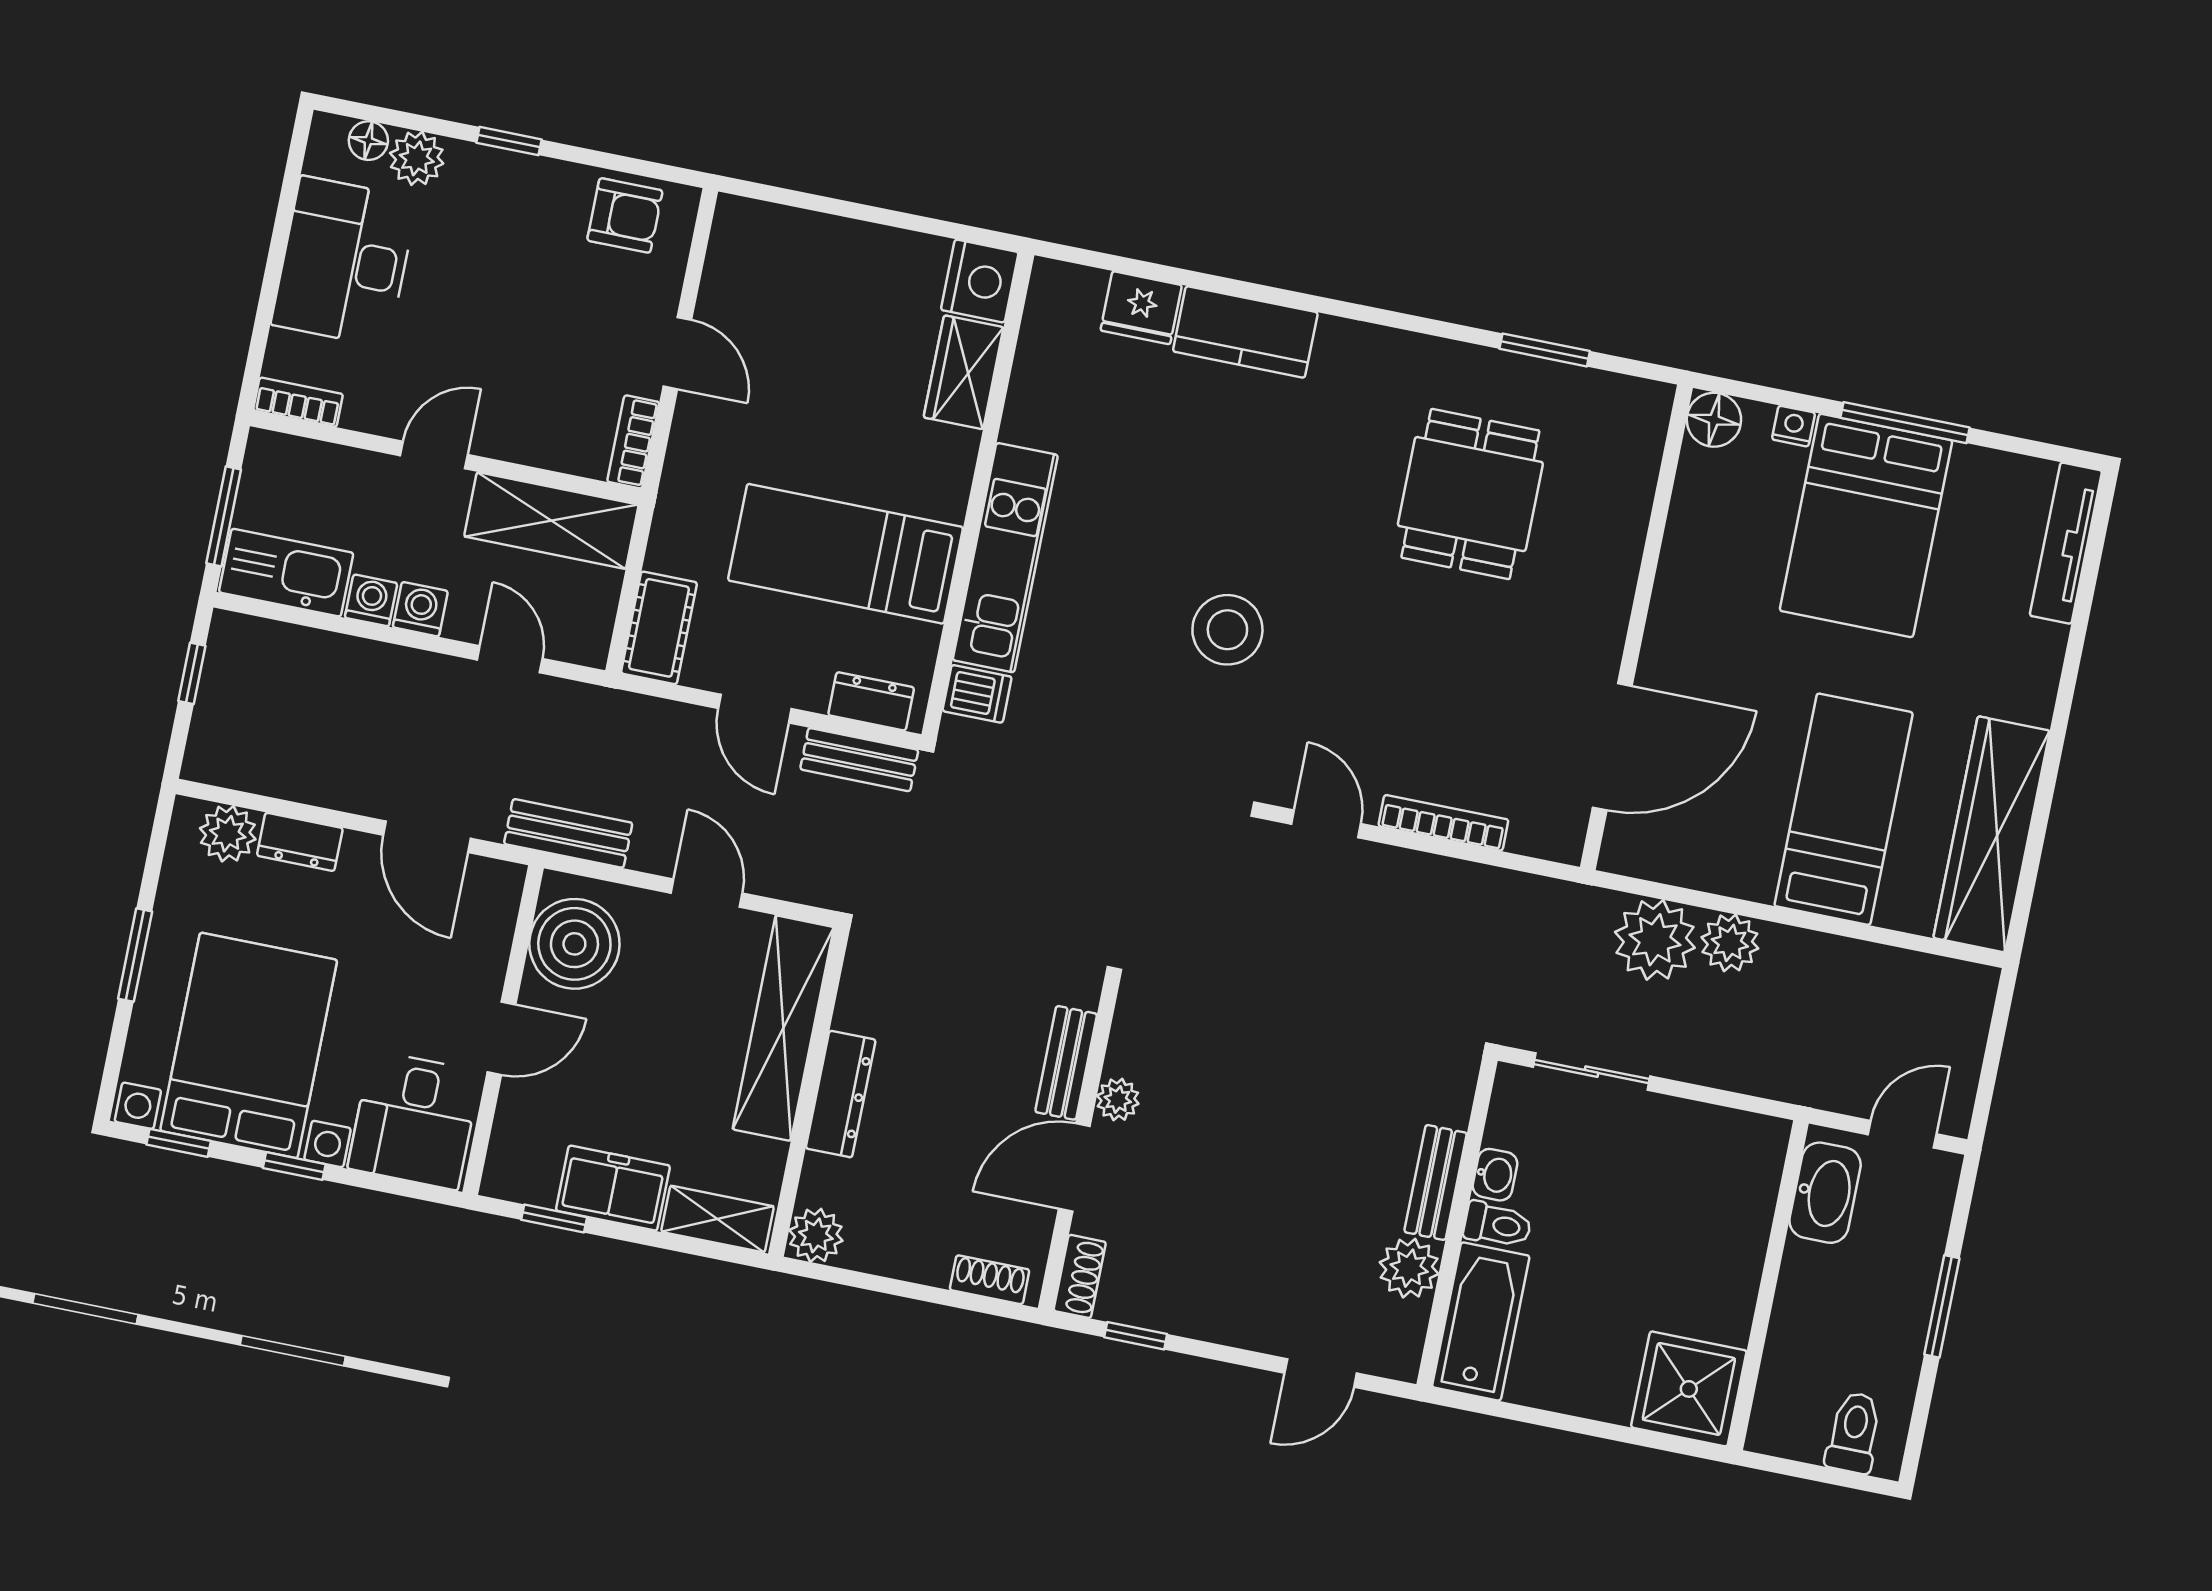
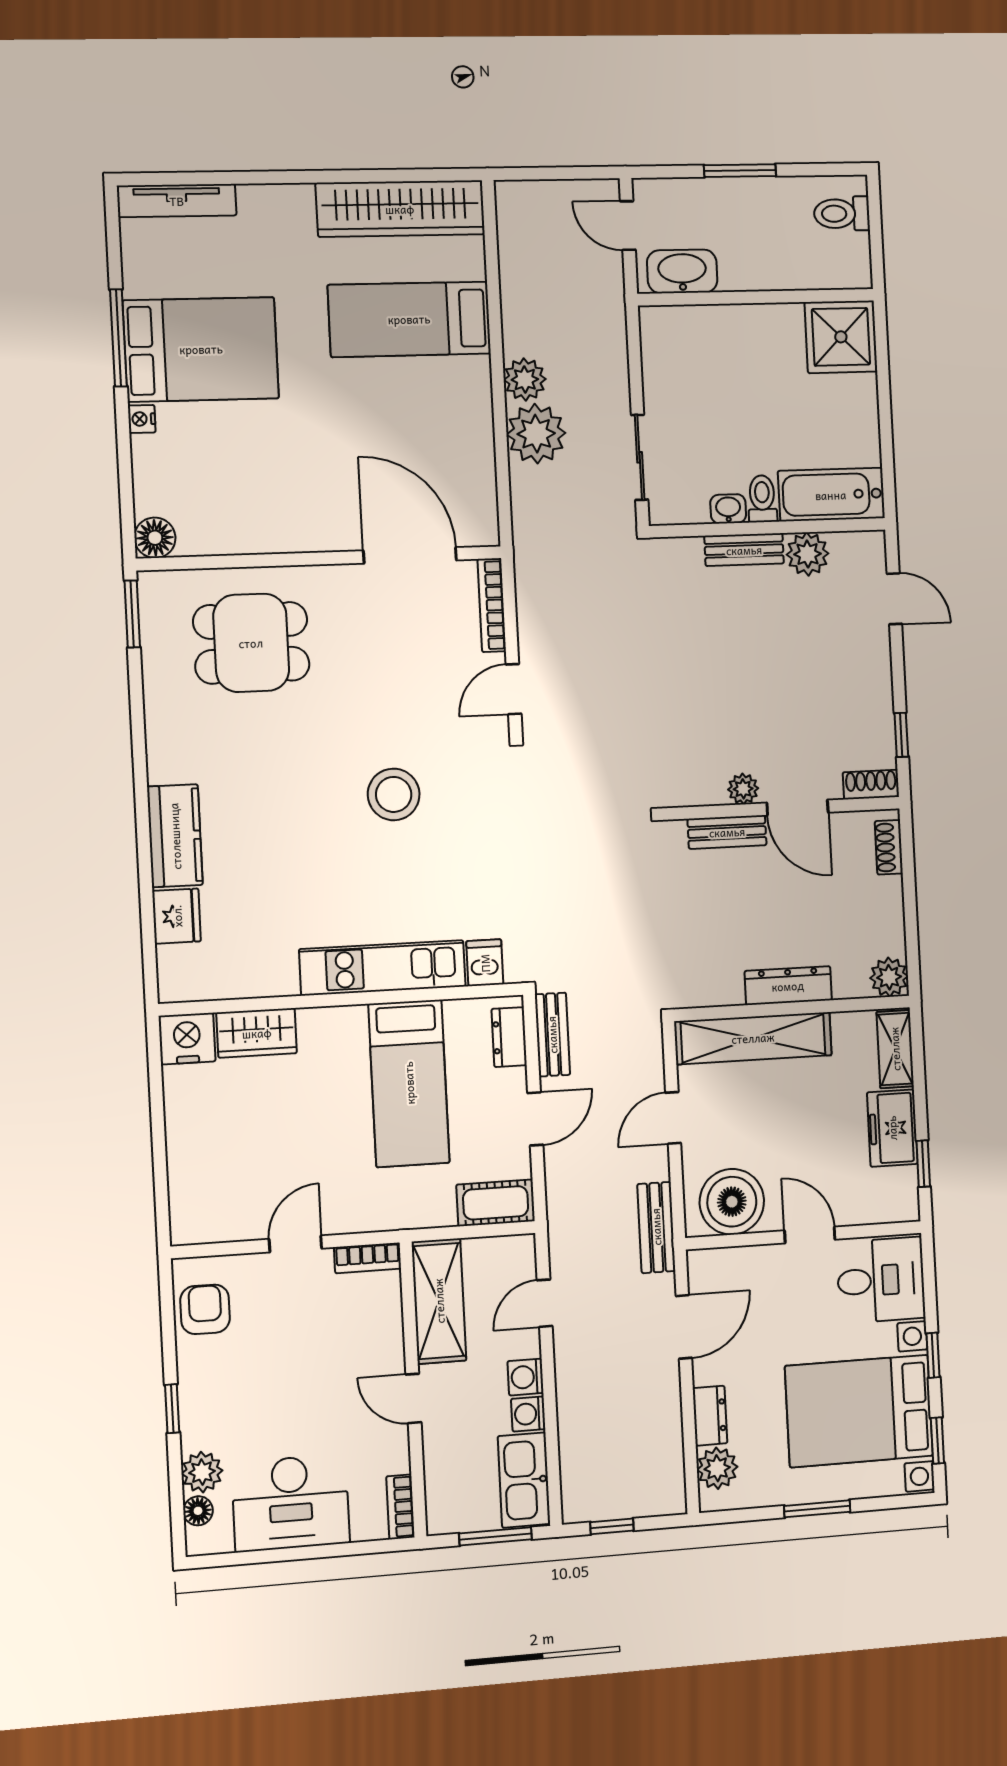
floor lamp: (1714, 420) -> (155, 538), moved
wall: (1636, 627) -> (320, 558), moved
door: (1612, 747) -> (410, 555), moved

